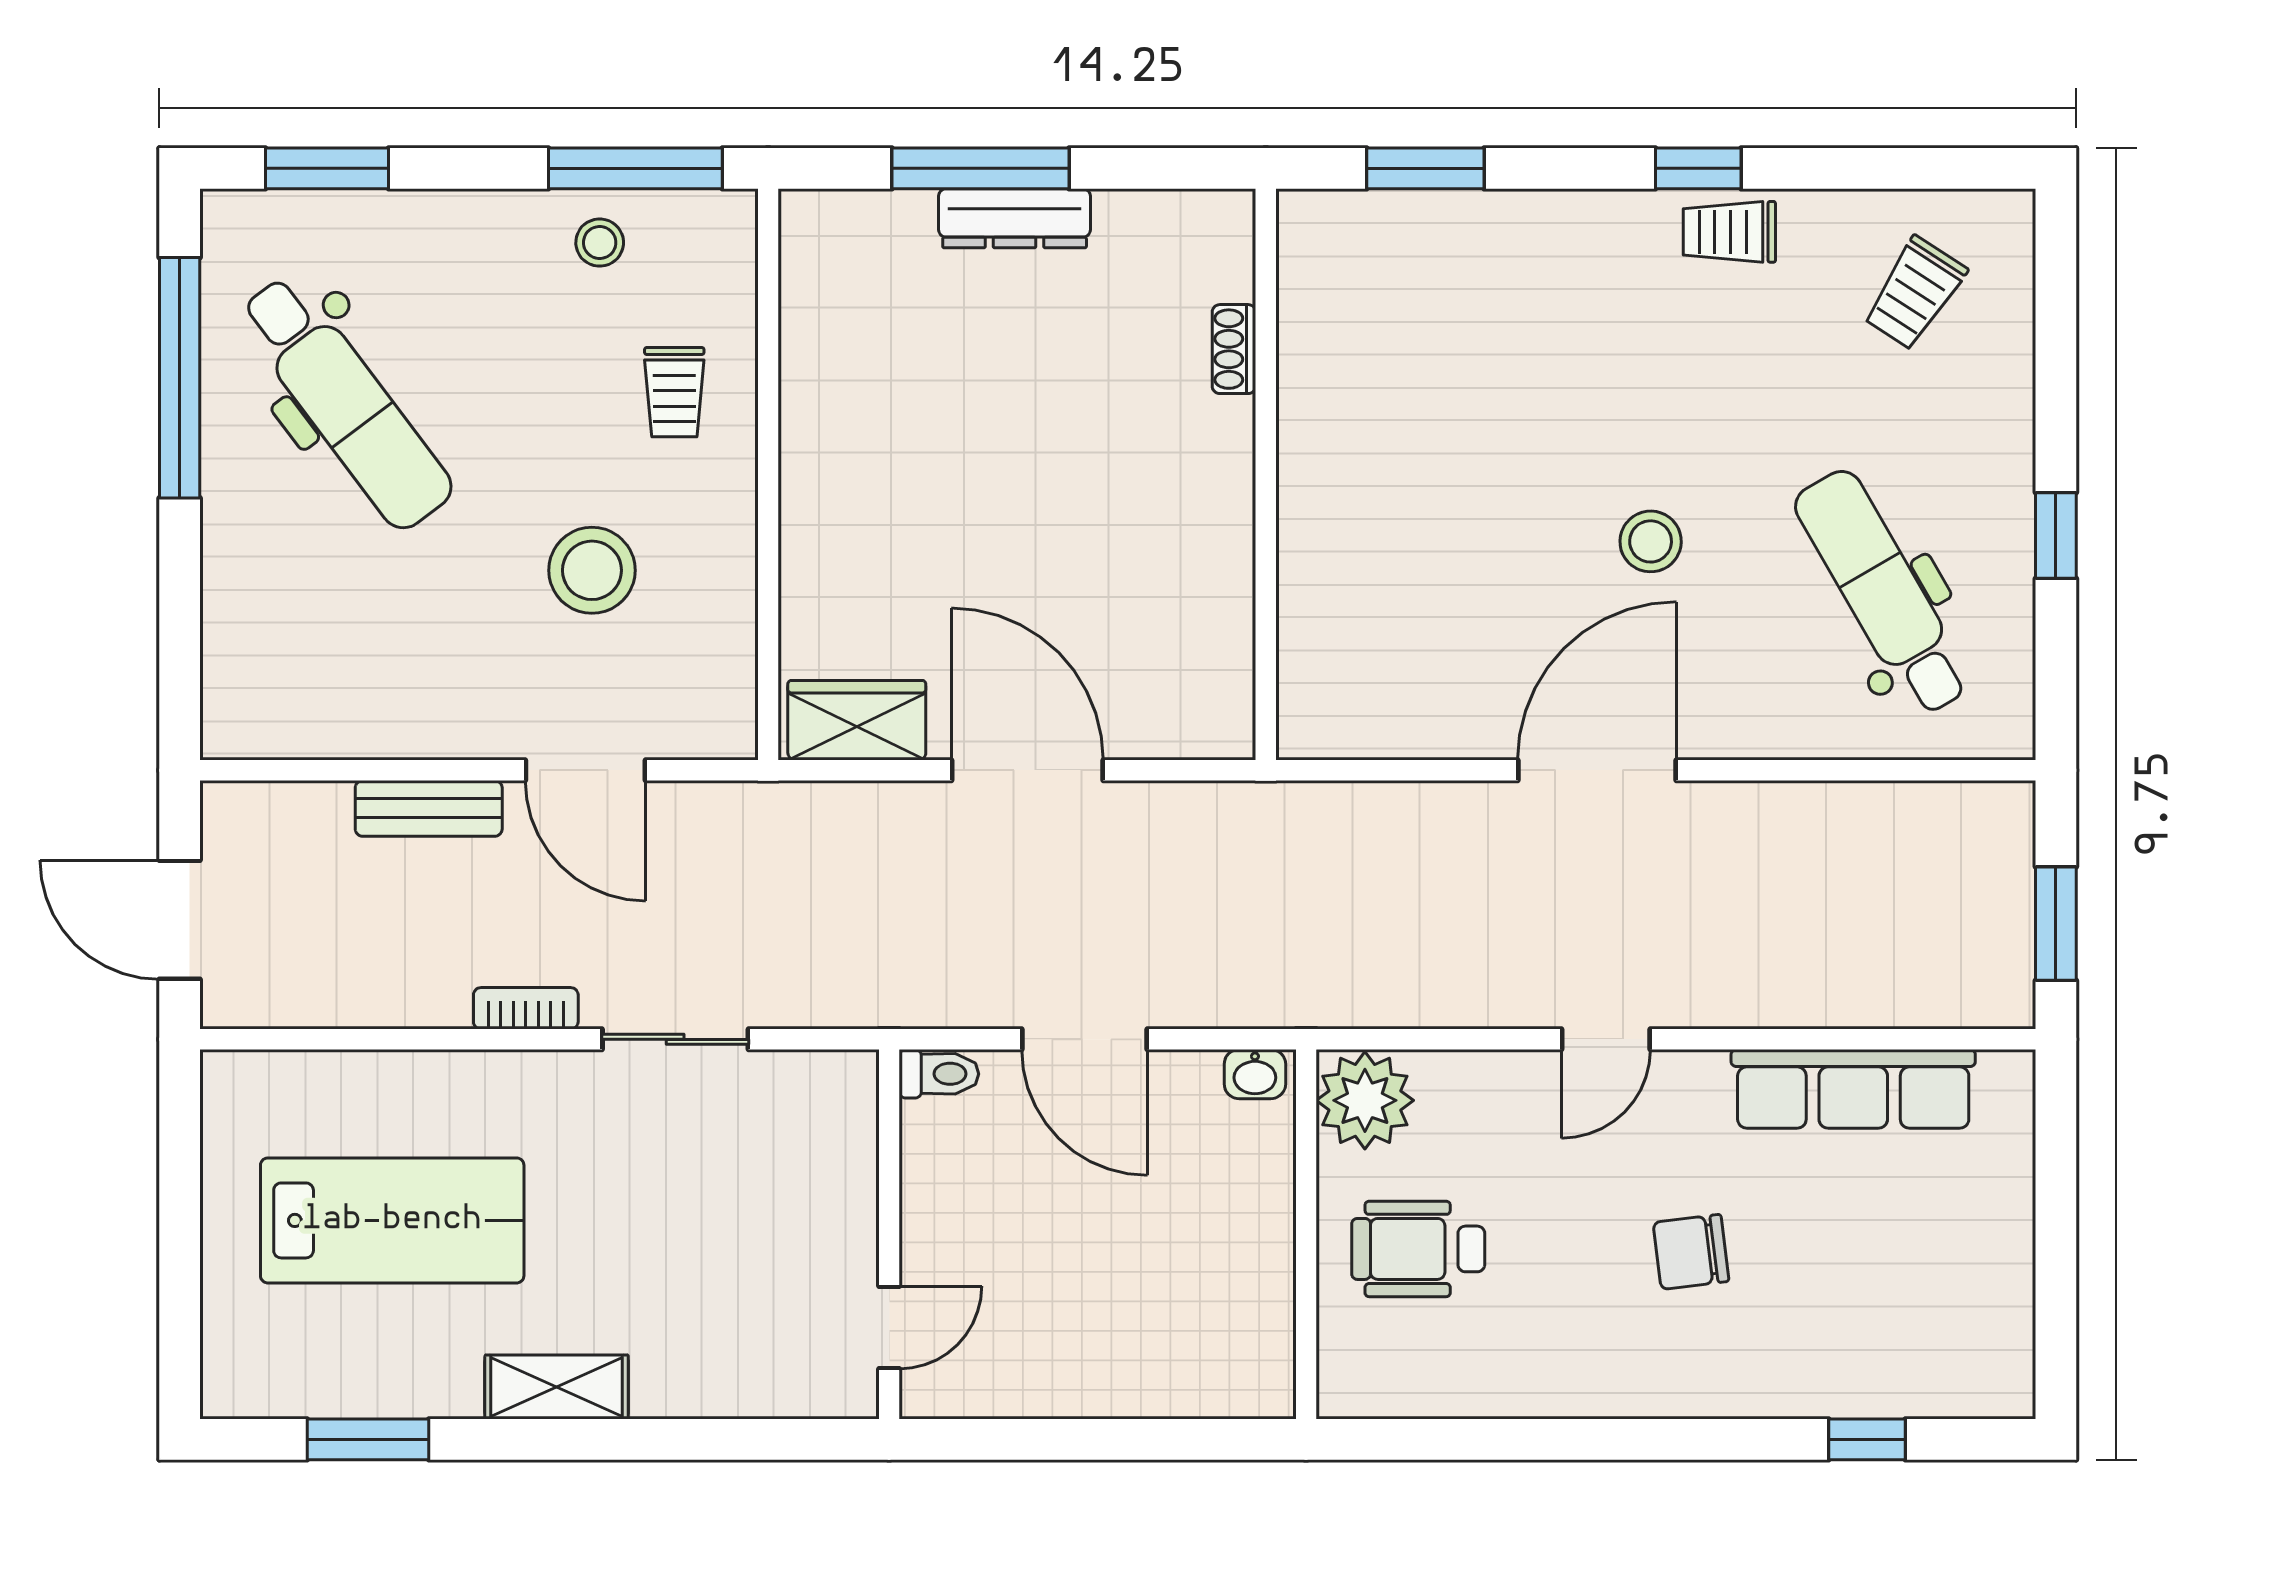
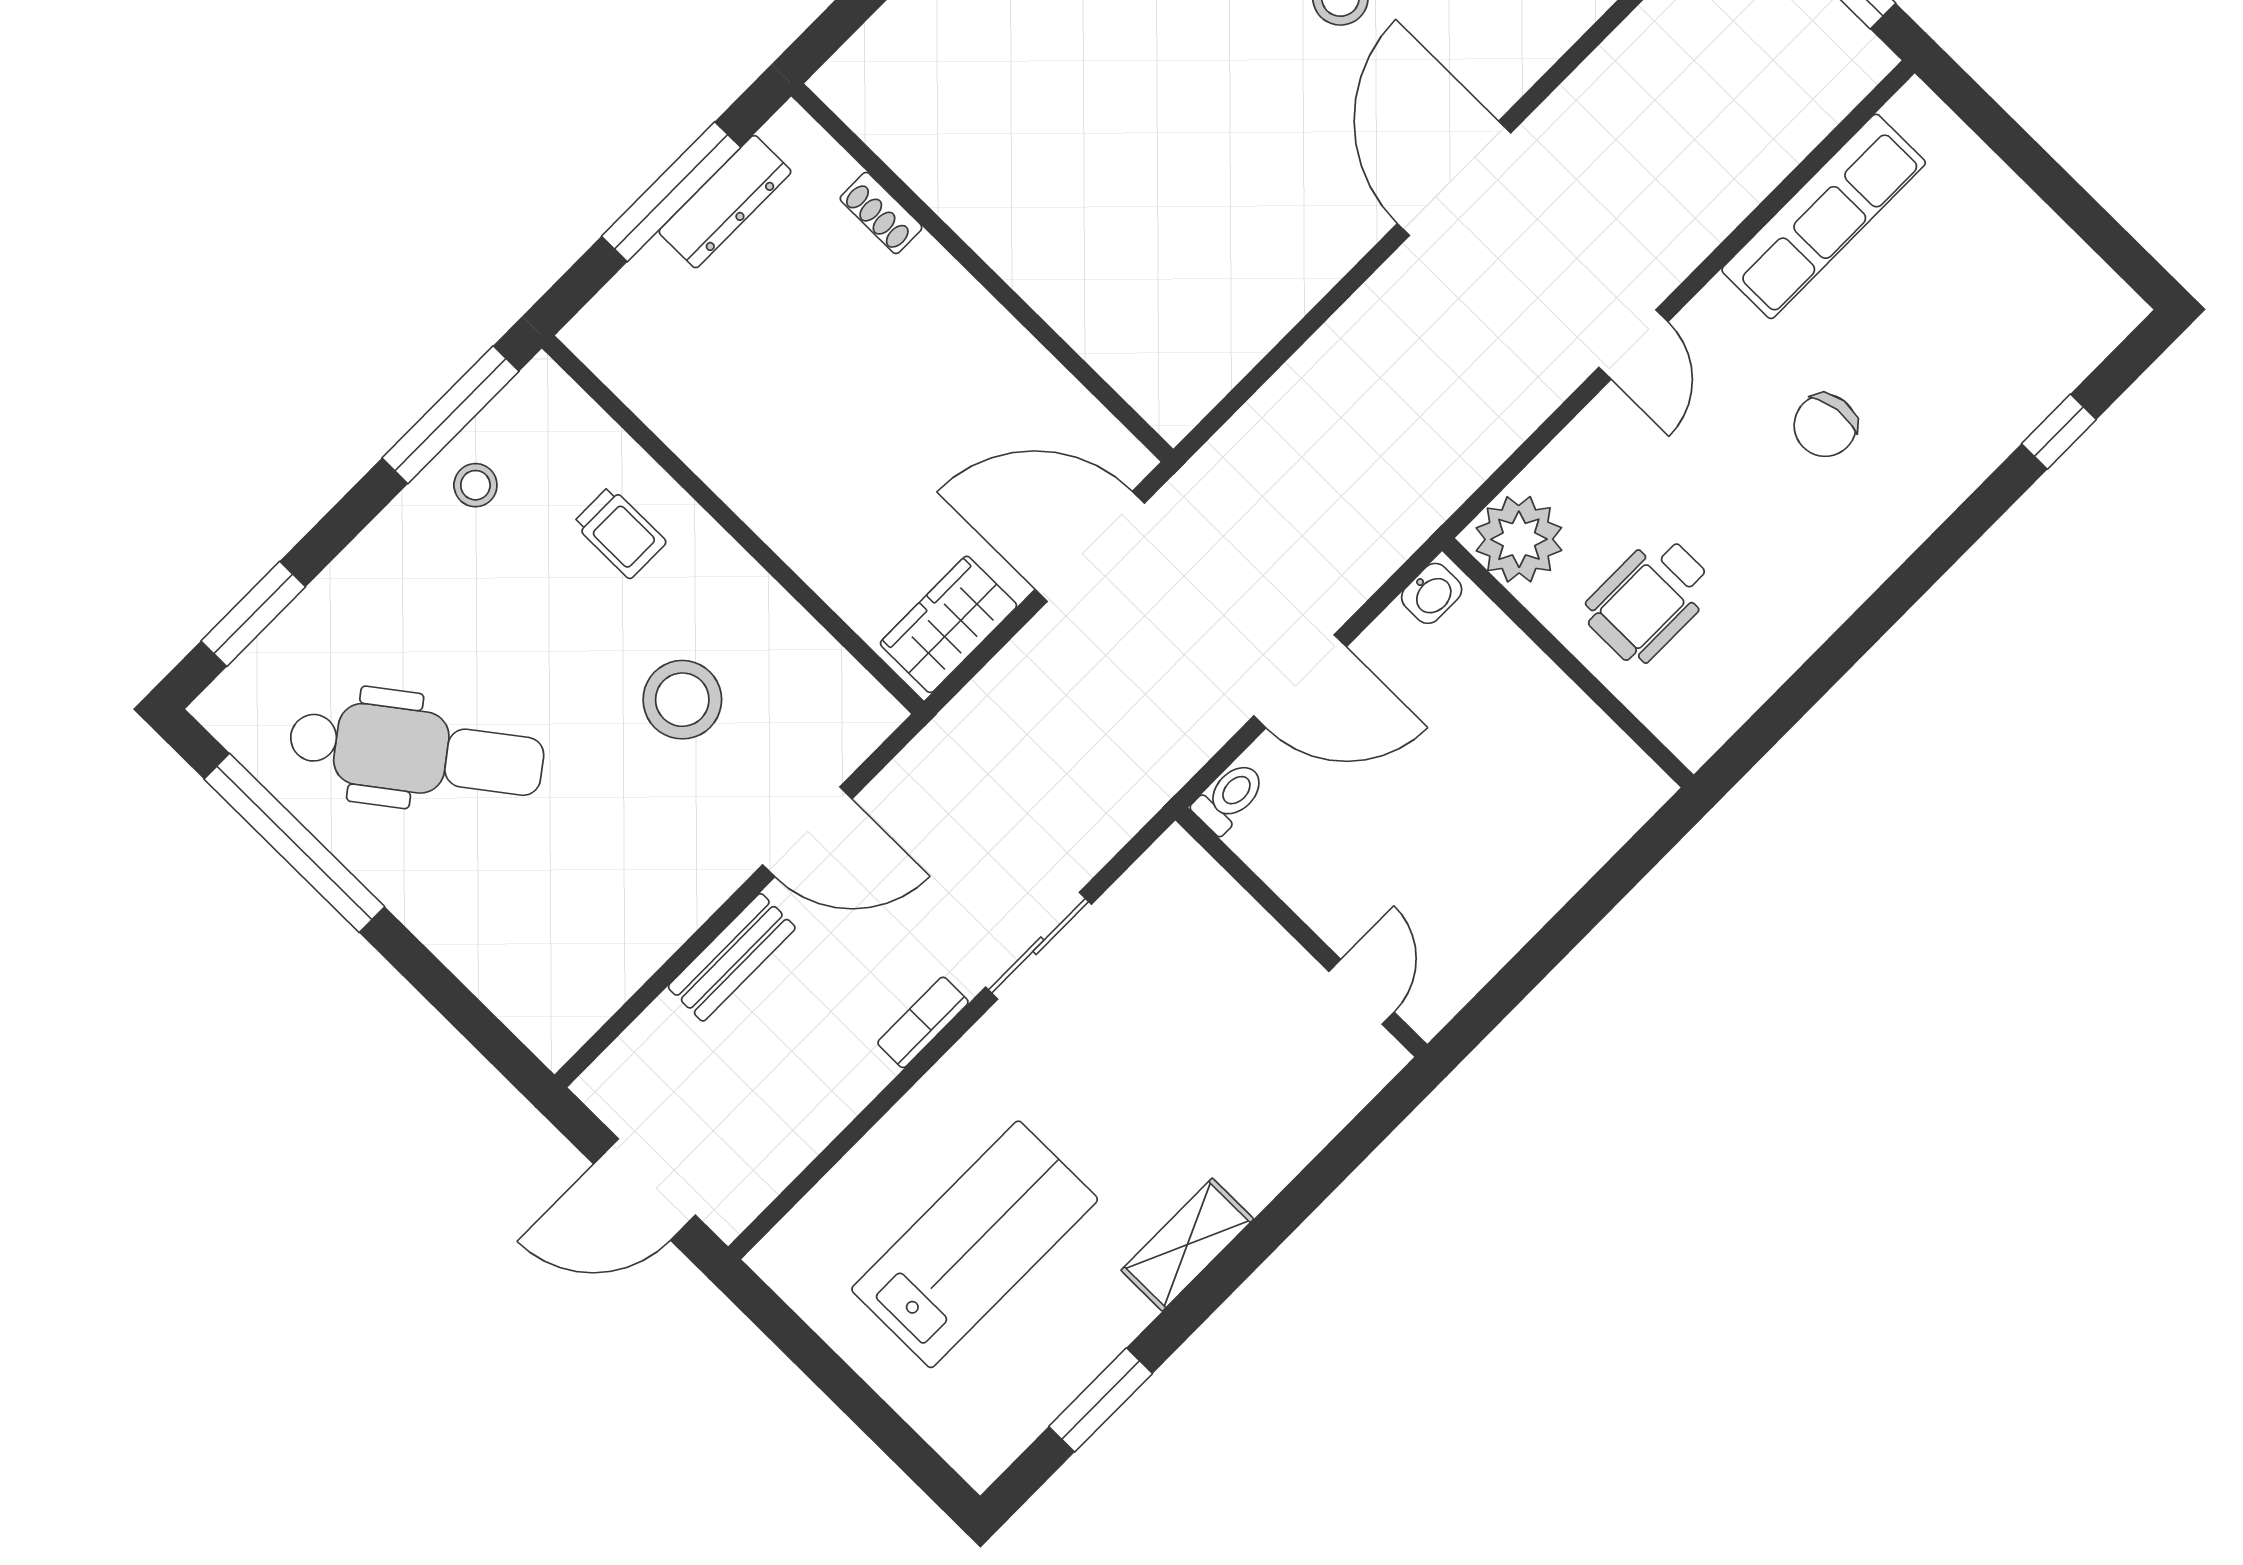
shoe rack: (1234, 349) -> (881, 213), moved
wall: (1266, 474) -> (982, 273), moved

